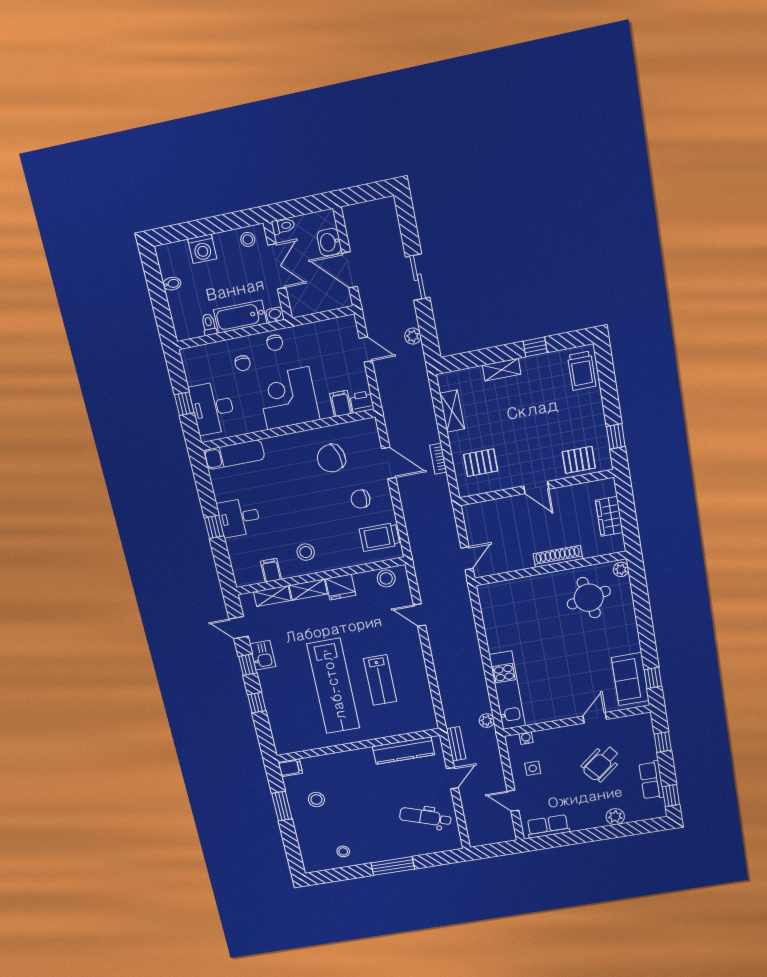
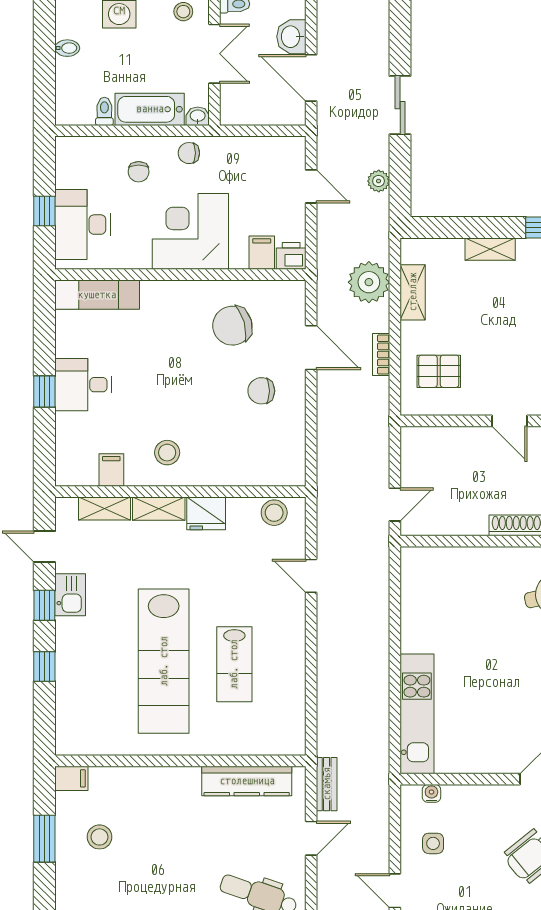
chair: (275, 343) -> (189, 153), turned 90
trolley: (380, 537) -> (277, 450), removed
plant: (487, 721) -> (369, 282), moved, width x1.88, depth x1.88

